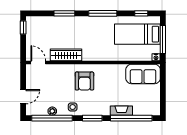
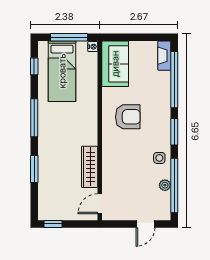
armchair: (84, 81) -> (128, 117), moved
door: (23, 97) -> (146, 224), swing flipped
fireplace: (121, 111) -> (164, 56), moved

